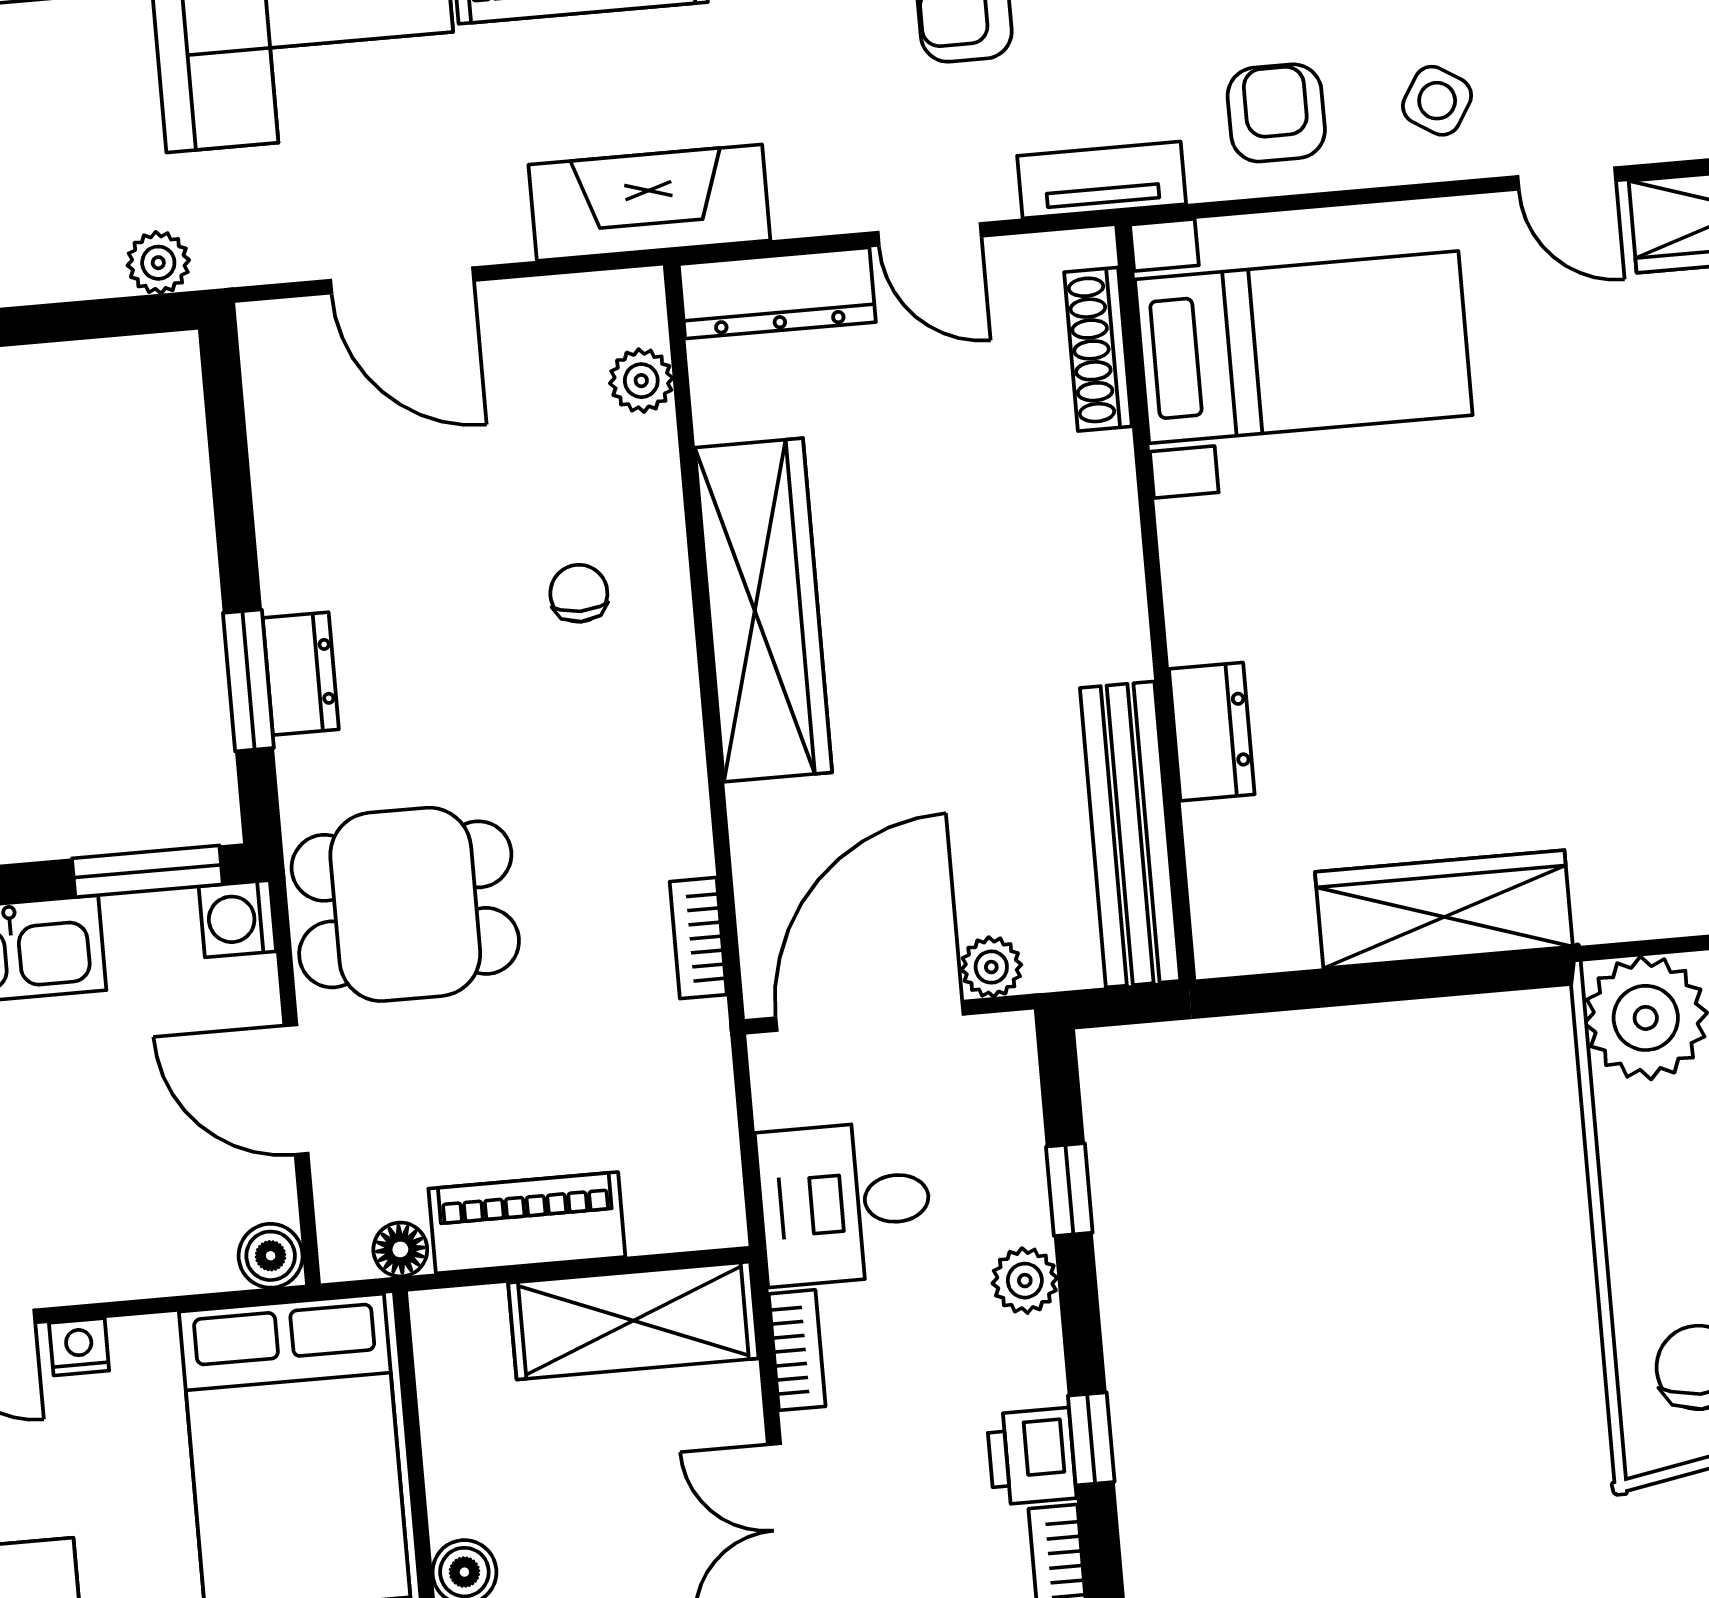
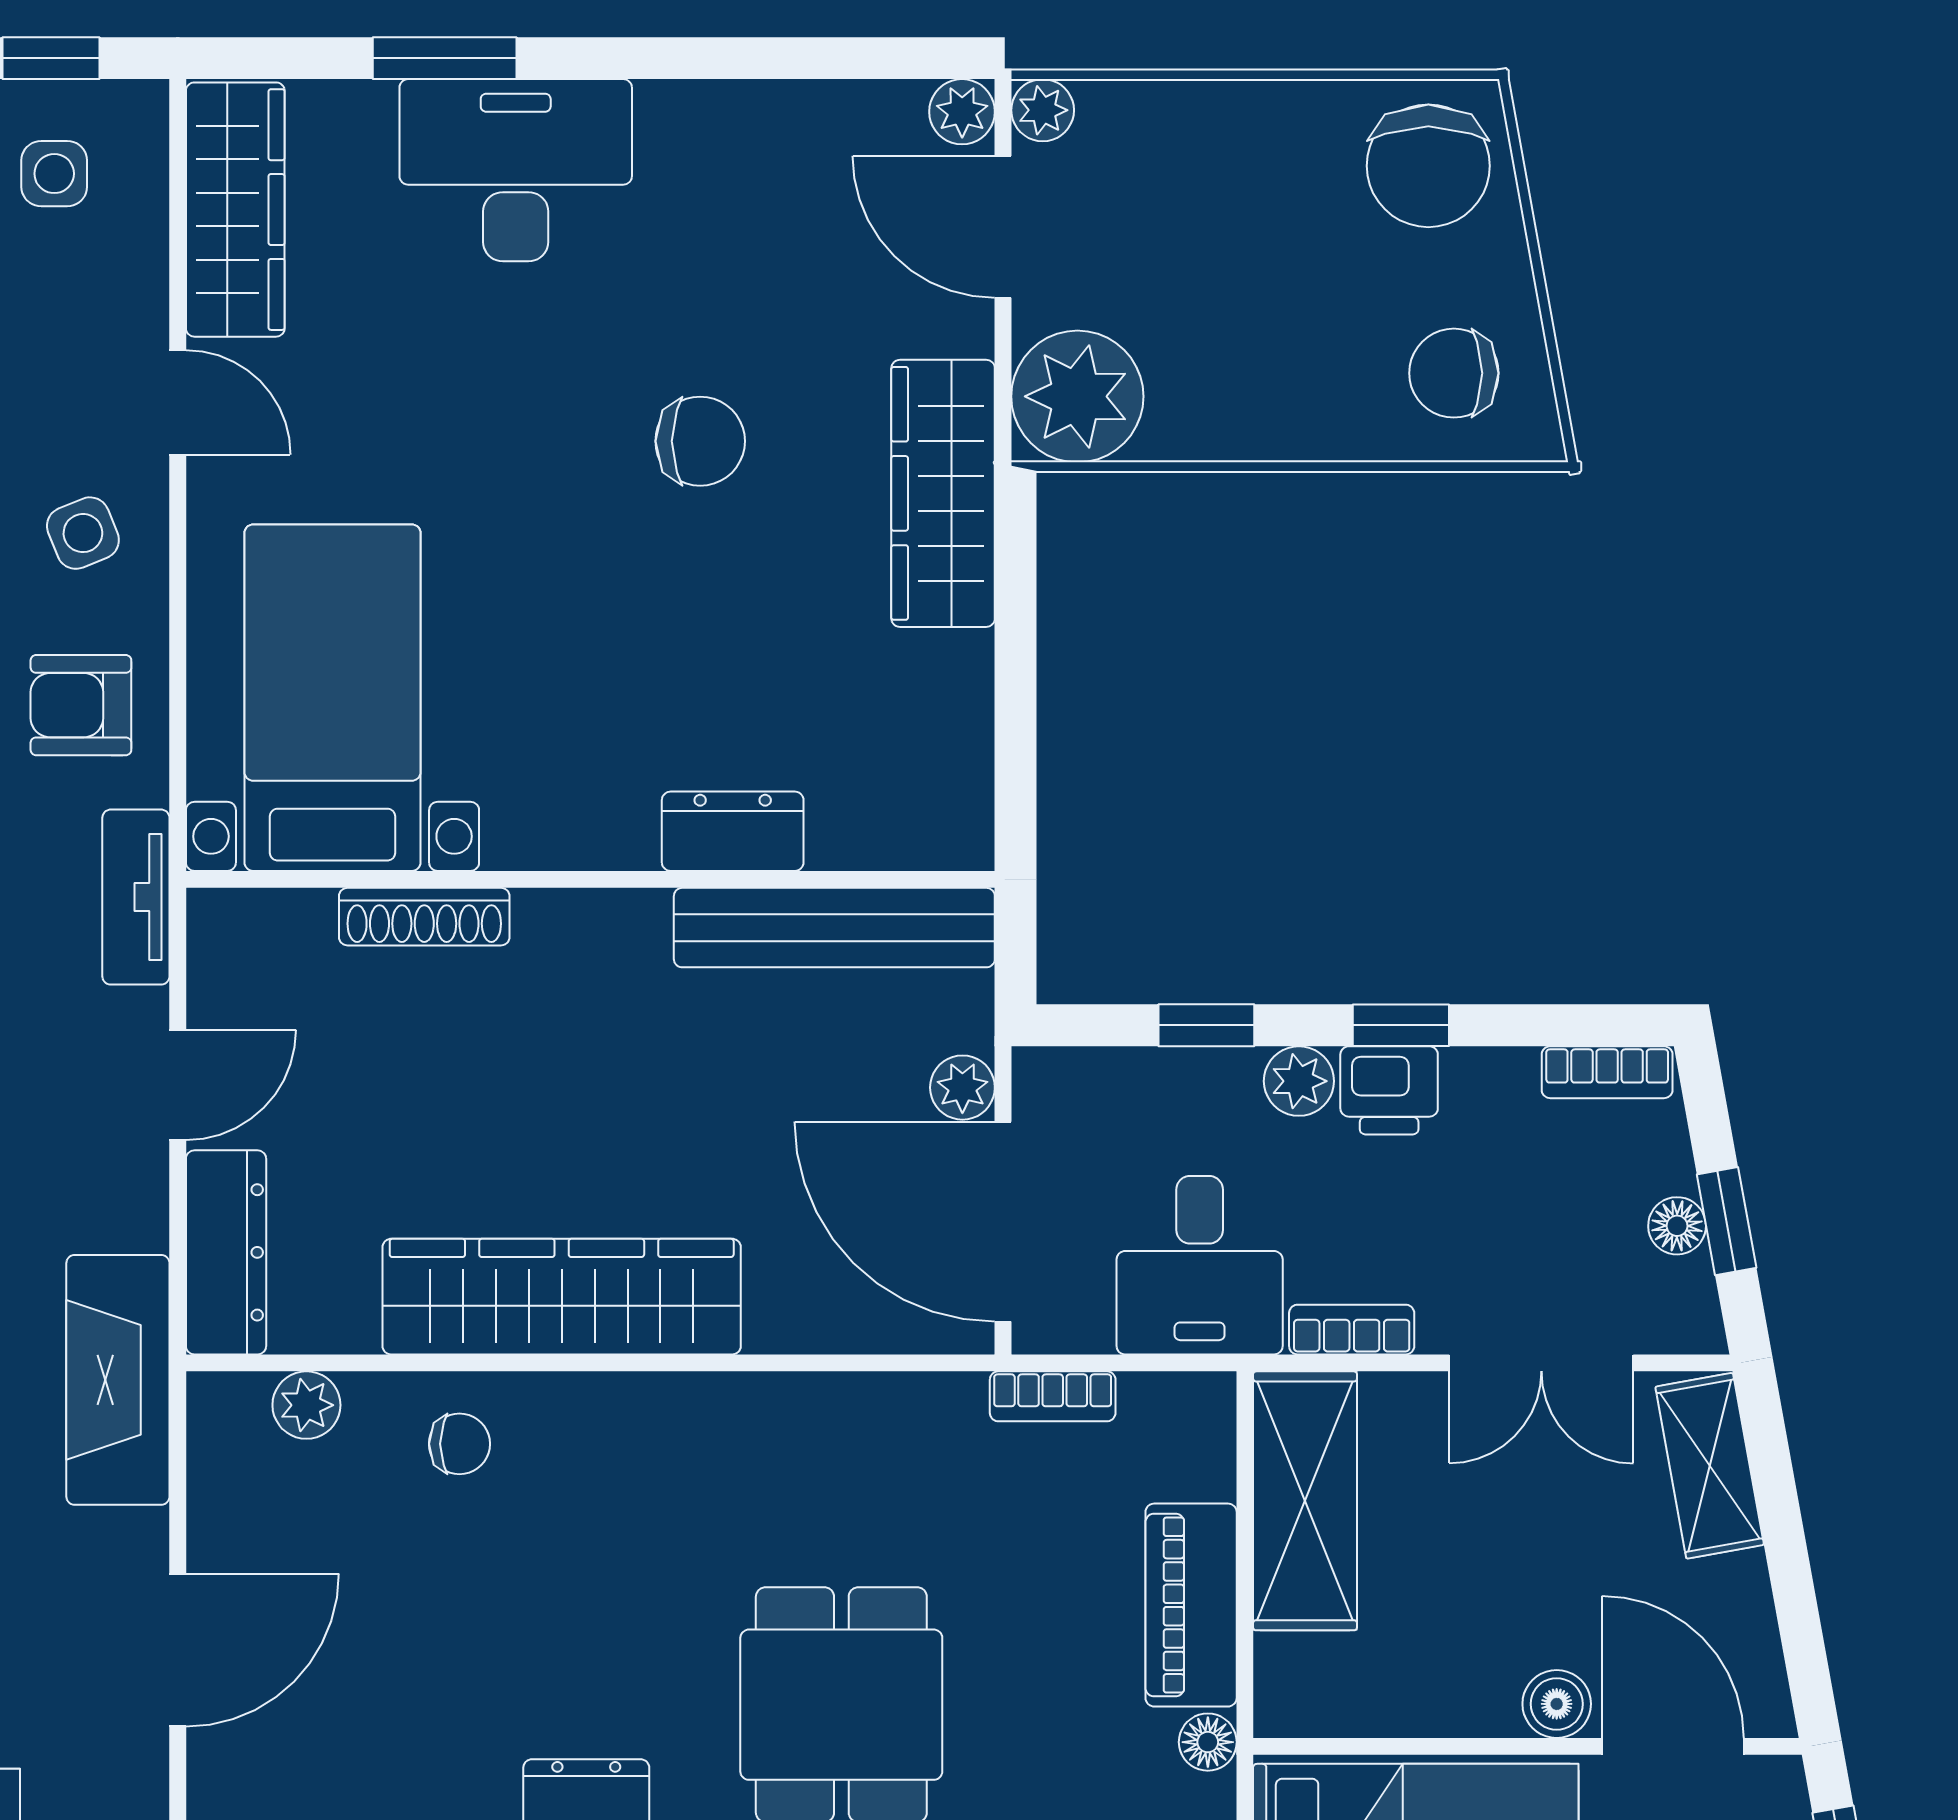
side table: (1437, 101) -> (83, 533), turned 36
door: (1567, 179) -> (178, 402), hinge flipped
shoe rack: (1098, 349) -> (424, 917), moved
chair: (579, 593) -> (459, 1444), moved, turned 180
chair: (1573, 669) -> (700, 441), added
wardrobe: (1444, 909) -> (943, 493), moved
bookcase: (698, 938) -> (1053, 1396), moved
window: (1091, 1439) -> (1401, 1025), moved
printer: (1032, 1456) -> (1389, 1090), moved

